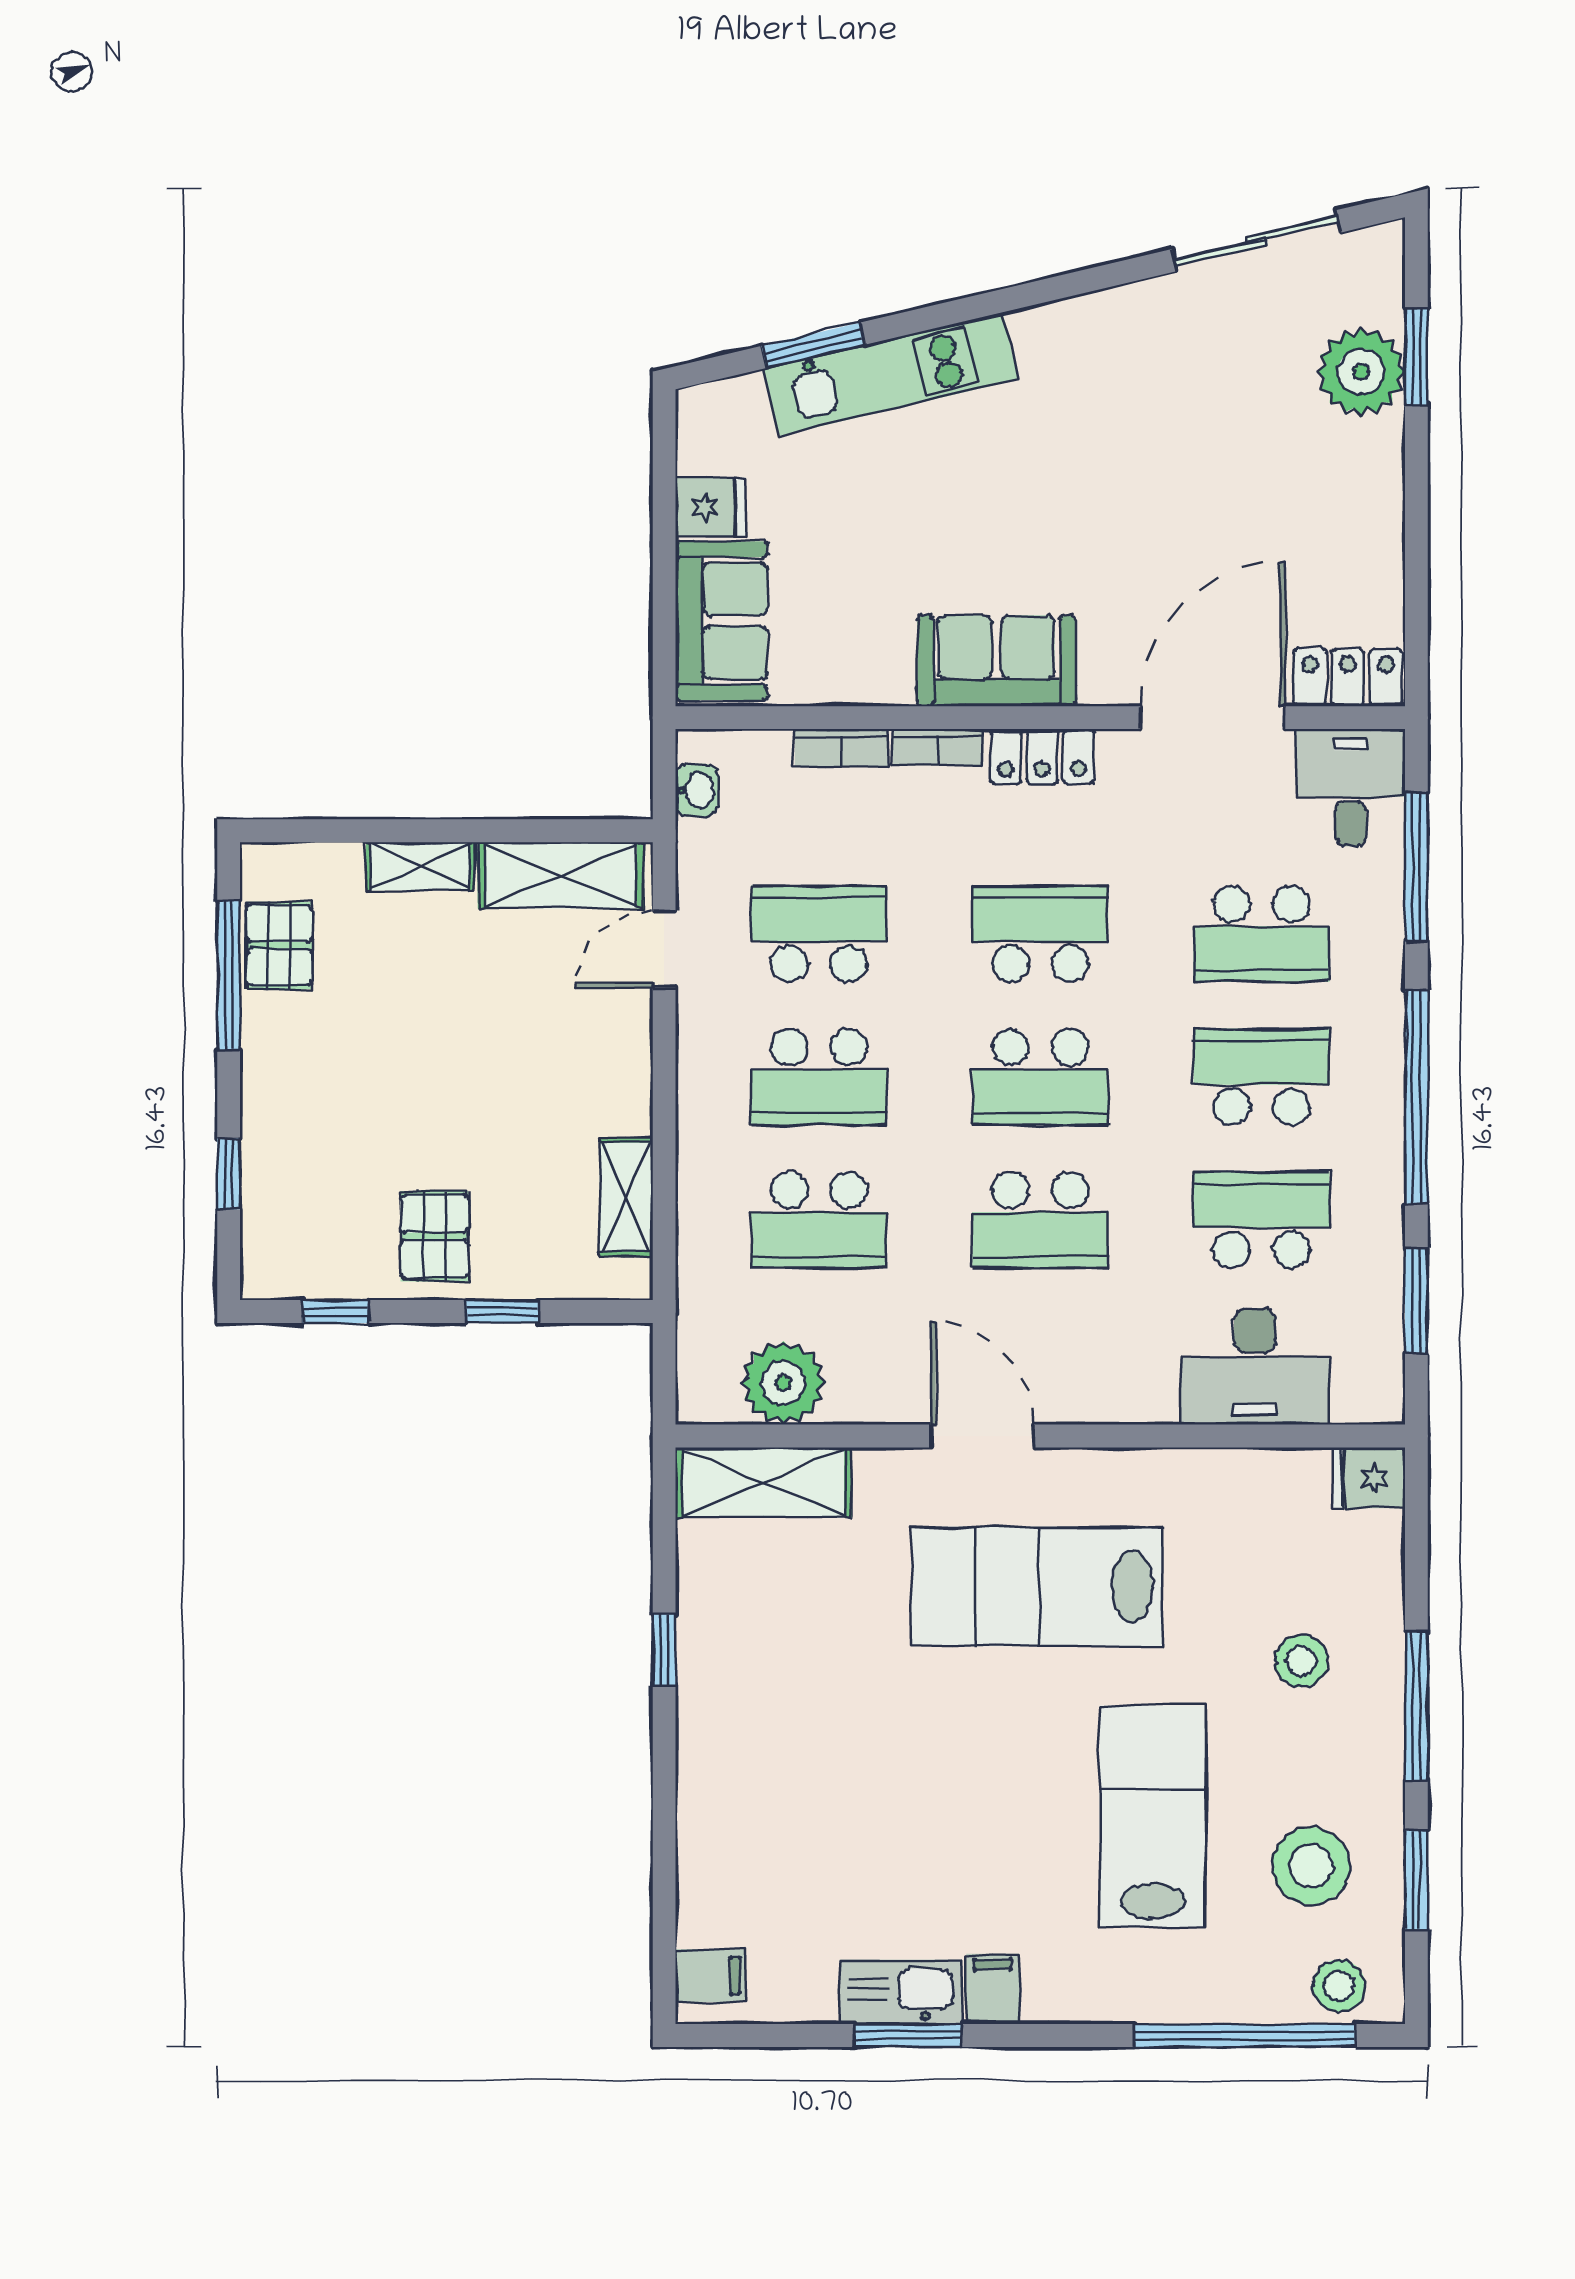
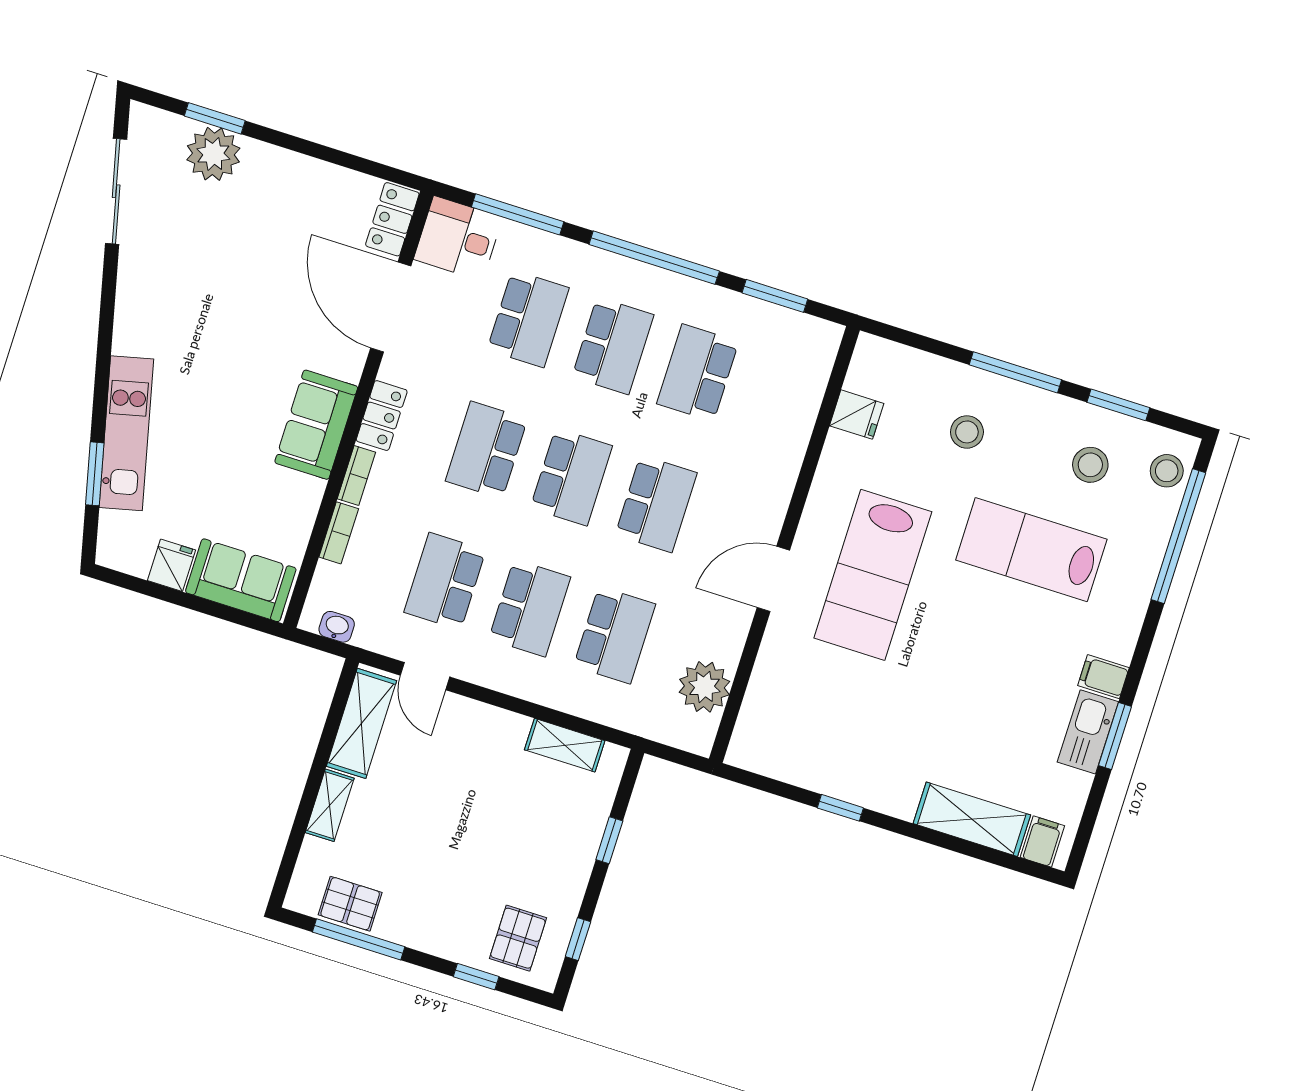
school desk: (1261, 1077) -> (613, 346), turned 180
pallet: (434, 1236) -> (518, 938), moved, turned 90
desk: (1255, 1366) -> (783, 404), removed
fridge: (1369, 1478) -> (857, 415), moved, turned -90
shelving: (763, 1482) -> (972, 819), moved, turned 90
stool: (1311, 1866) -> (1090, 465), width x0.73, depth x0.73

